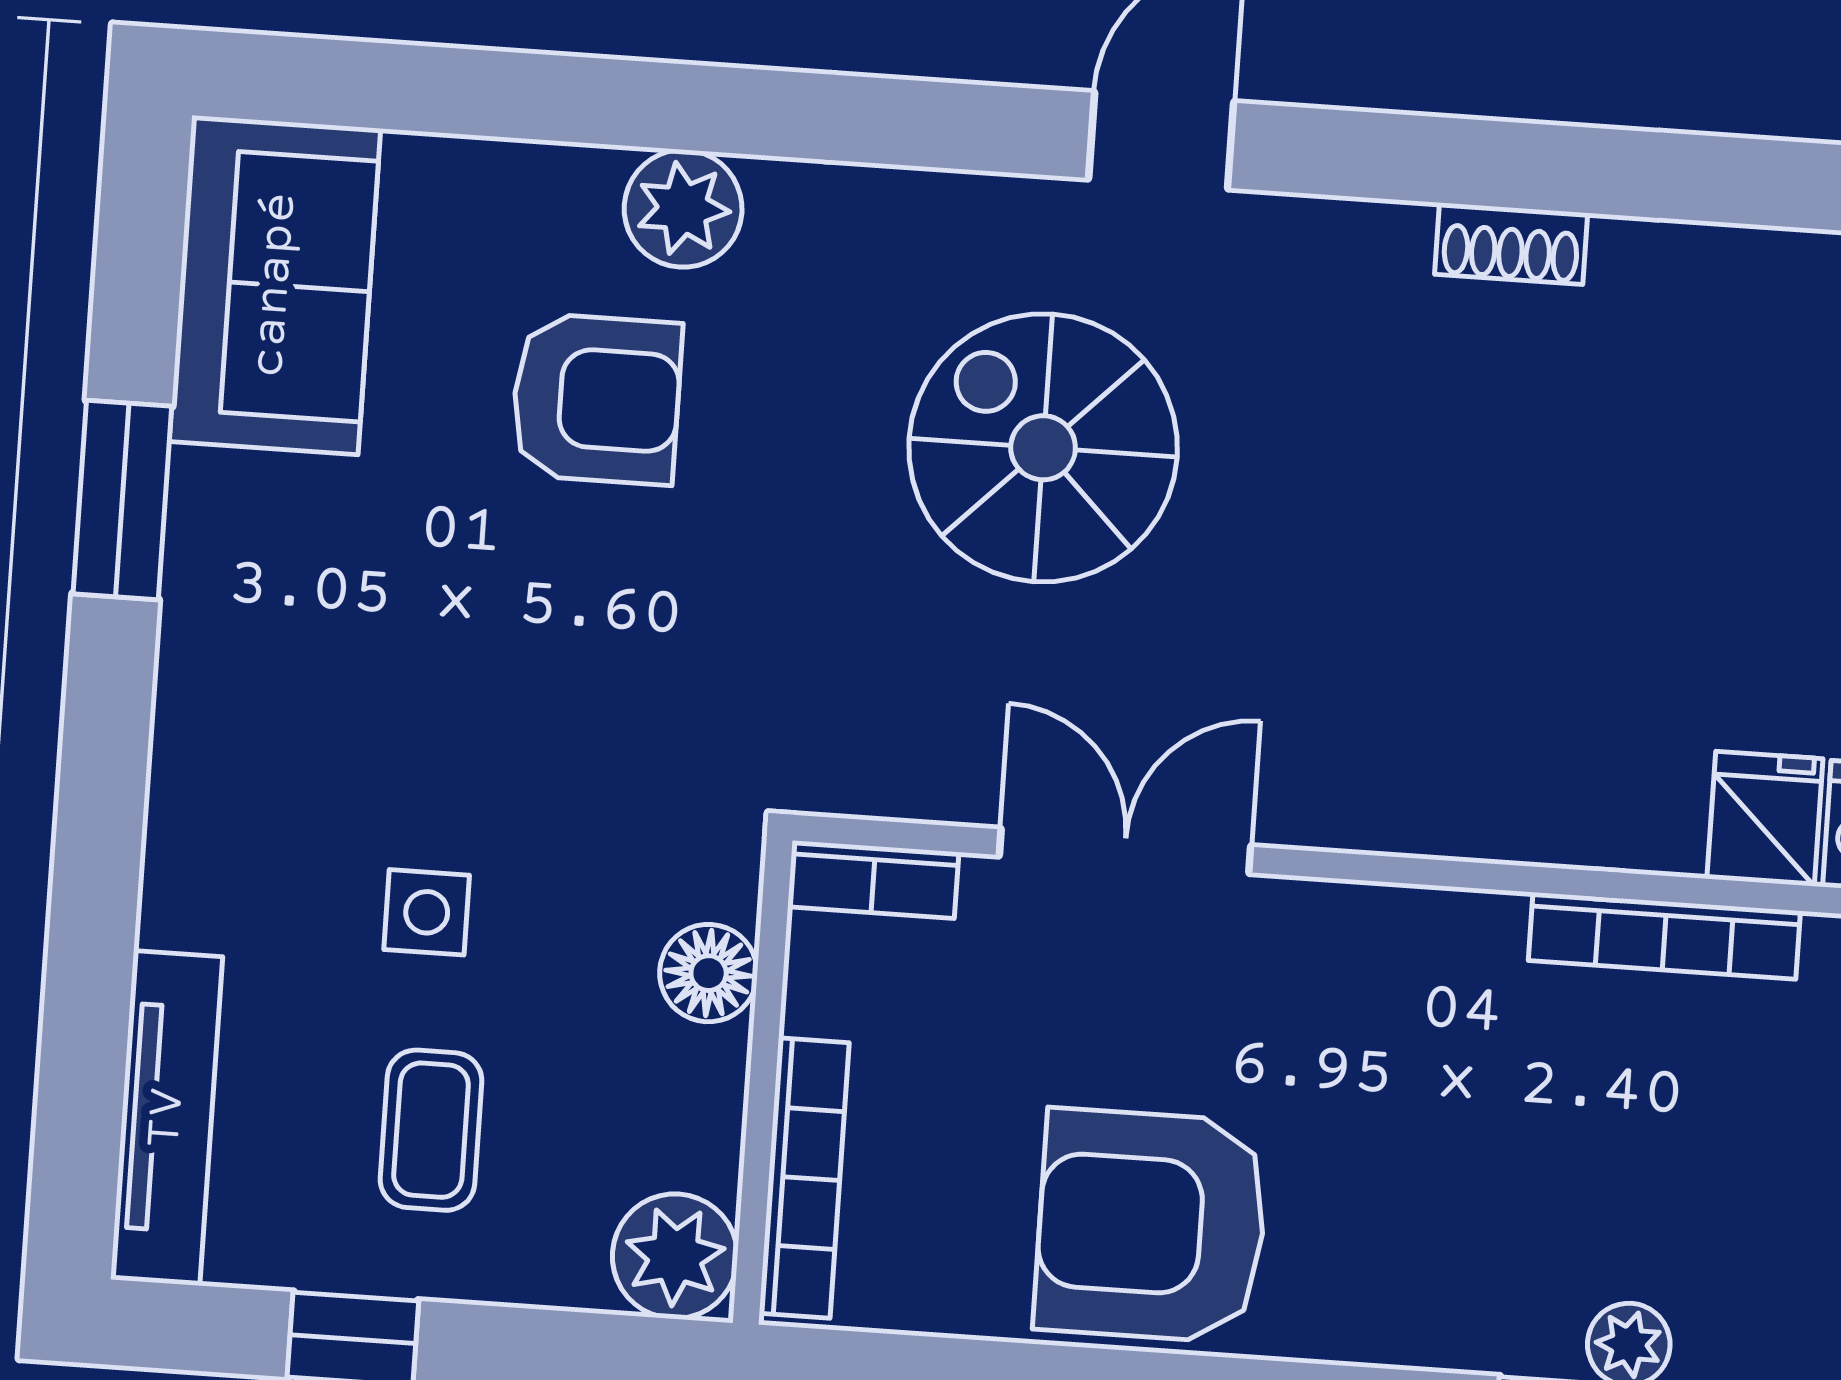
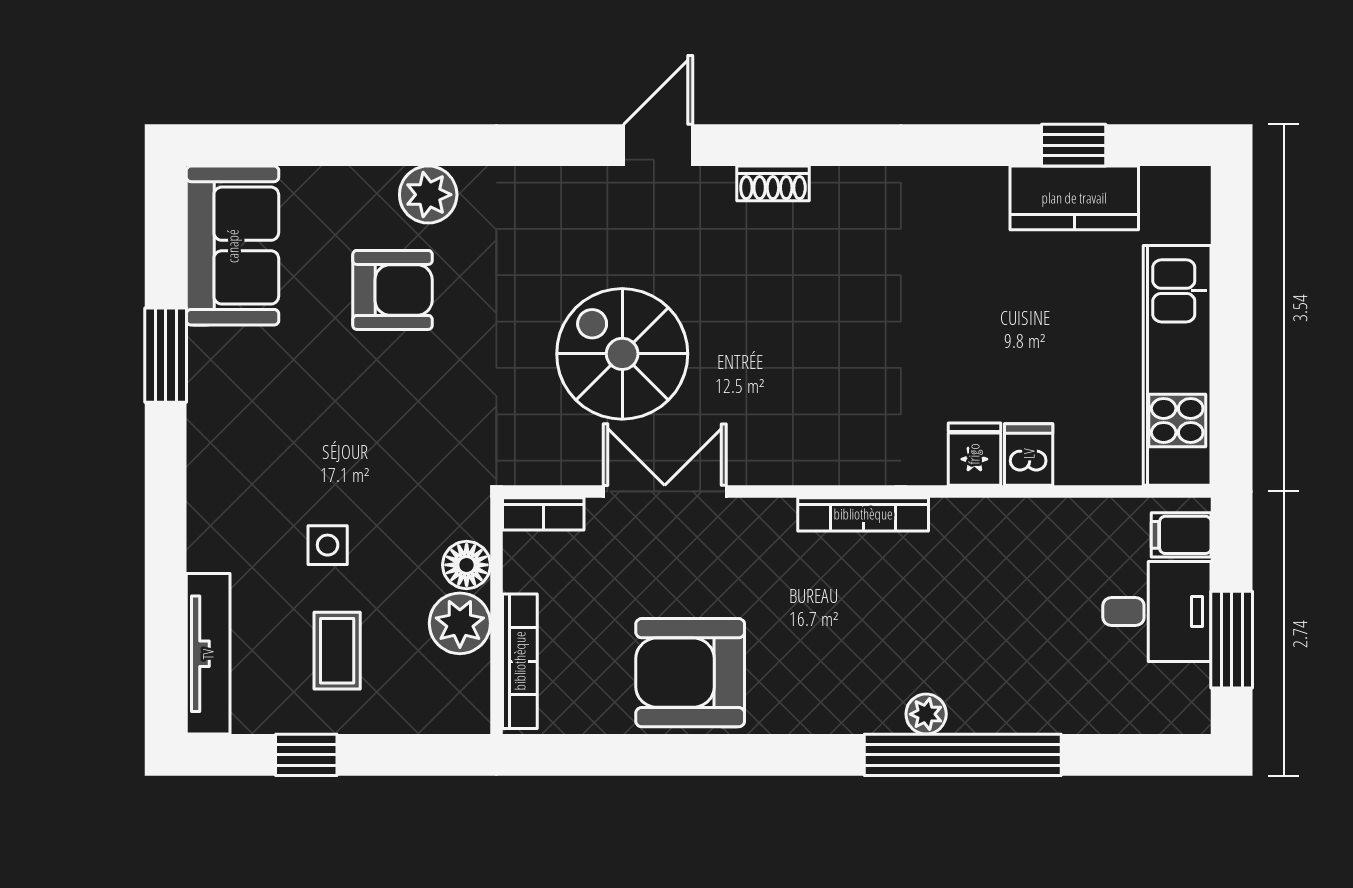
shoe rack: (1511, 244) -> (773, 183), moved
spiral stairs: (1043, 448) -> (622, 354), moved
bookcase: (1664, 936) -> (863, 514), moved
plant: (675, 1256) -> (460, 623), moved

